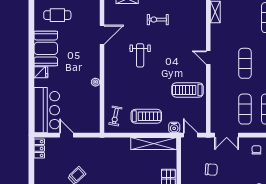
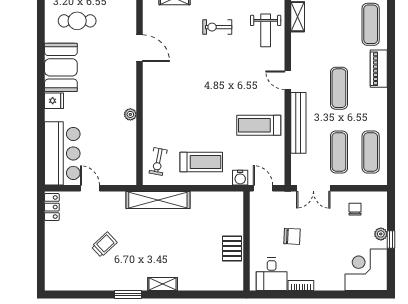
door: (102, 35) -> (139, 48), hinge flipped
weight bench: (140, 55) -> (266, 30), moved
bench: (216, 88) -> (298, 123), added
shelving: (154, 144) -> (158, 200), moved

